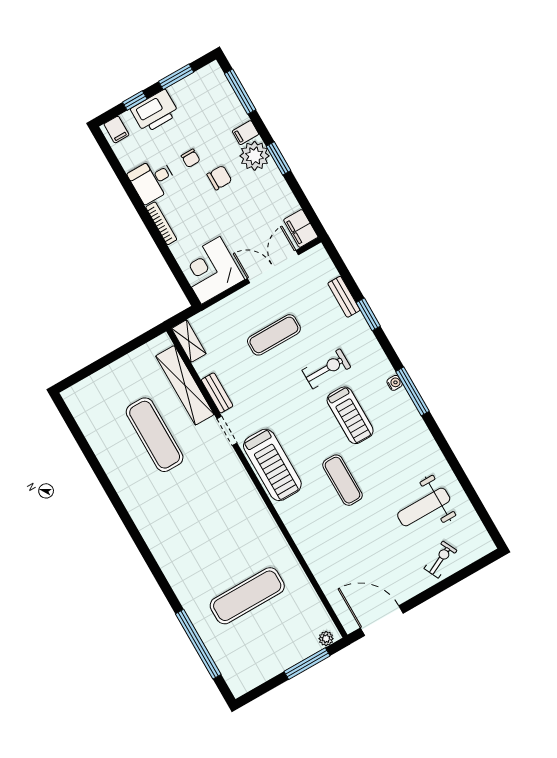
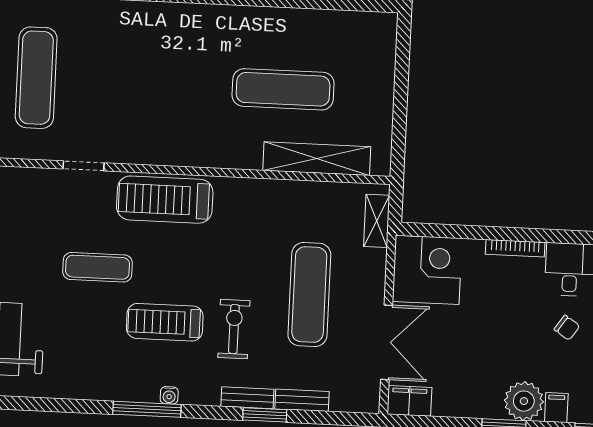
chair: (191, 158) -> (567, 328), turned -146
chair: (219, 178) -> (525, 346), removed
exercise mat: (274, 335) -> (309, 295), width x1.36, depth x1.45
shelving: (189, 341) -> (377, 221), moved, turned 90
exercise bike: (326, 369) -> (234, 329), turned 180
bench: (217, 393) -> (247, 398), moved
doorway: (227, 431) -> (83, 166), moved

